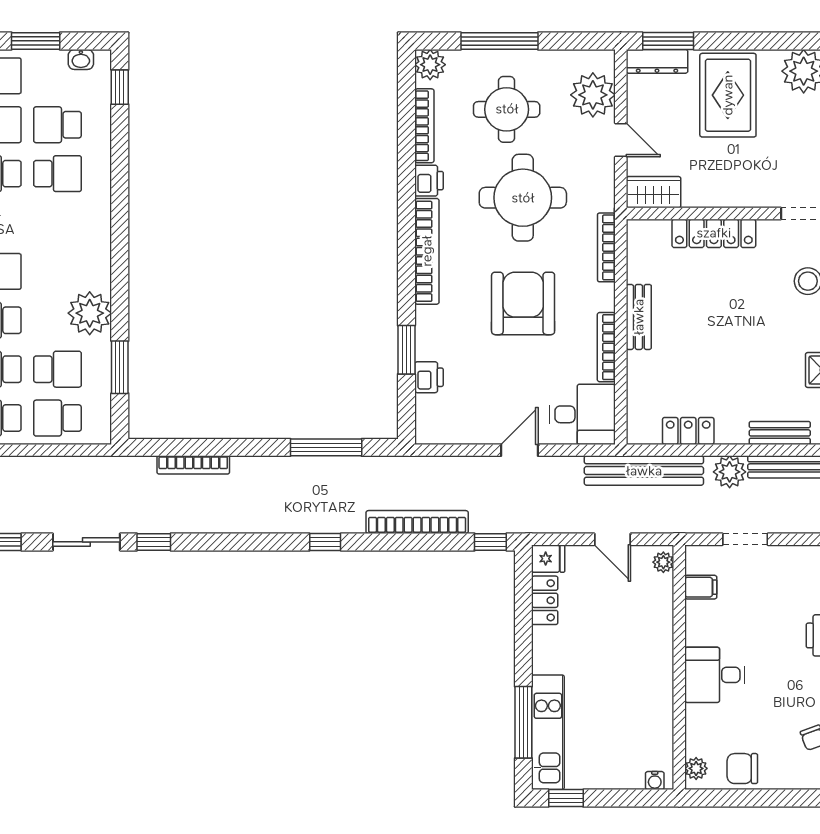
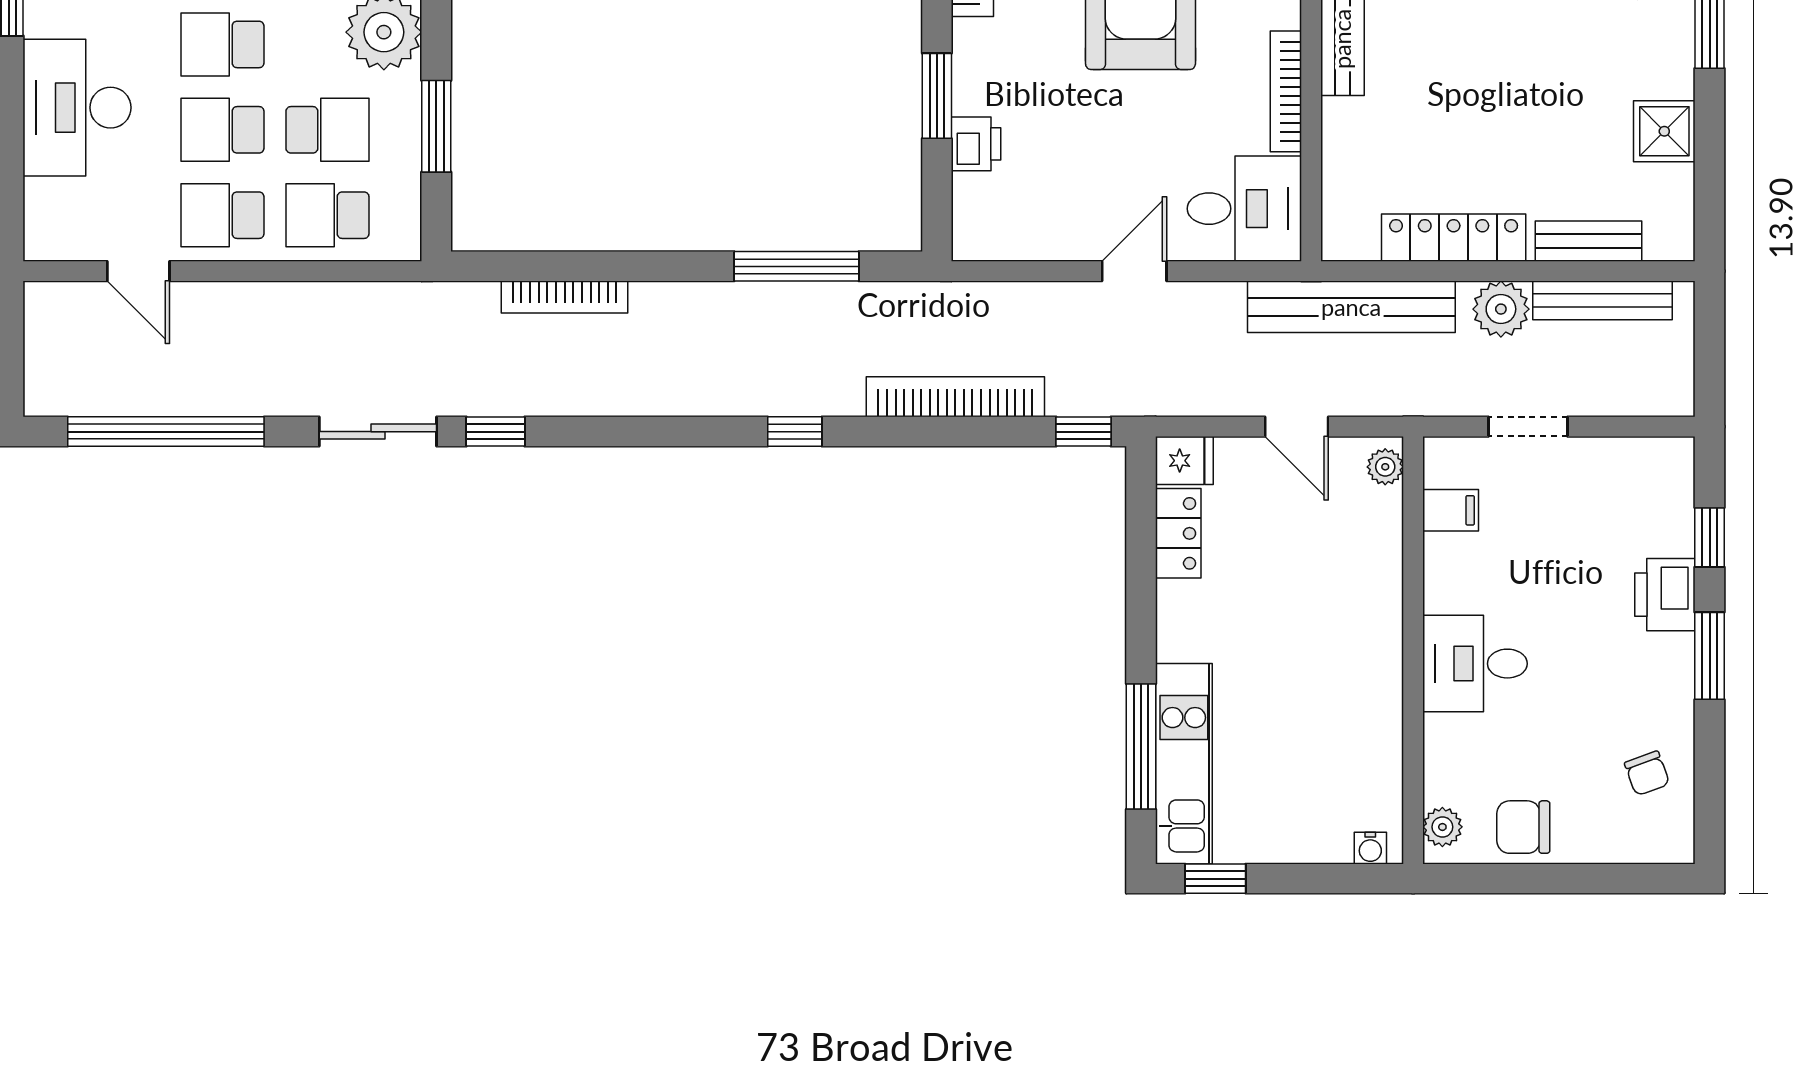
locker: (688, 431) -> (1454, 238), width x1.53

